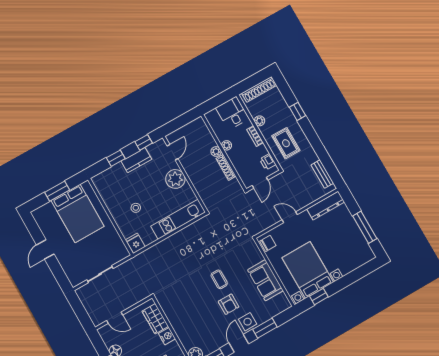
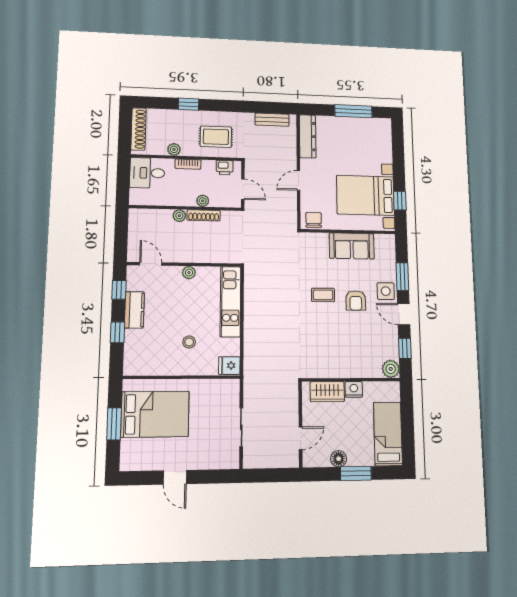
plant: (227, 145) -> (203, 201), moved
plant: (175, 179) -> (189, 273), width x0.53, depth x0.53
armchair: (229, 304) -> (356, 301), turned 90

